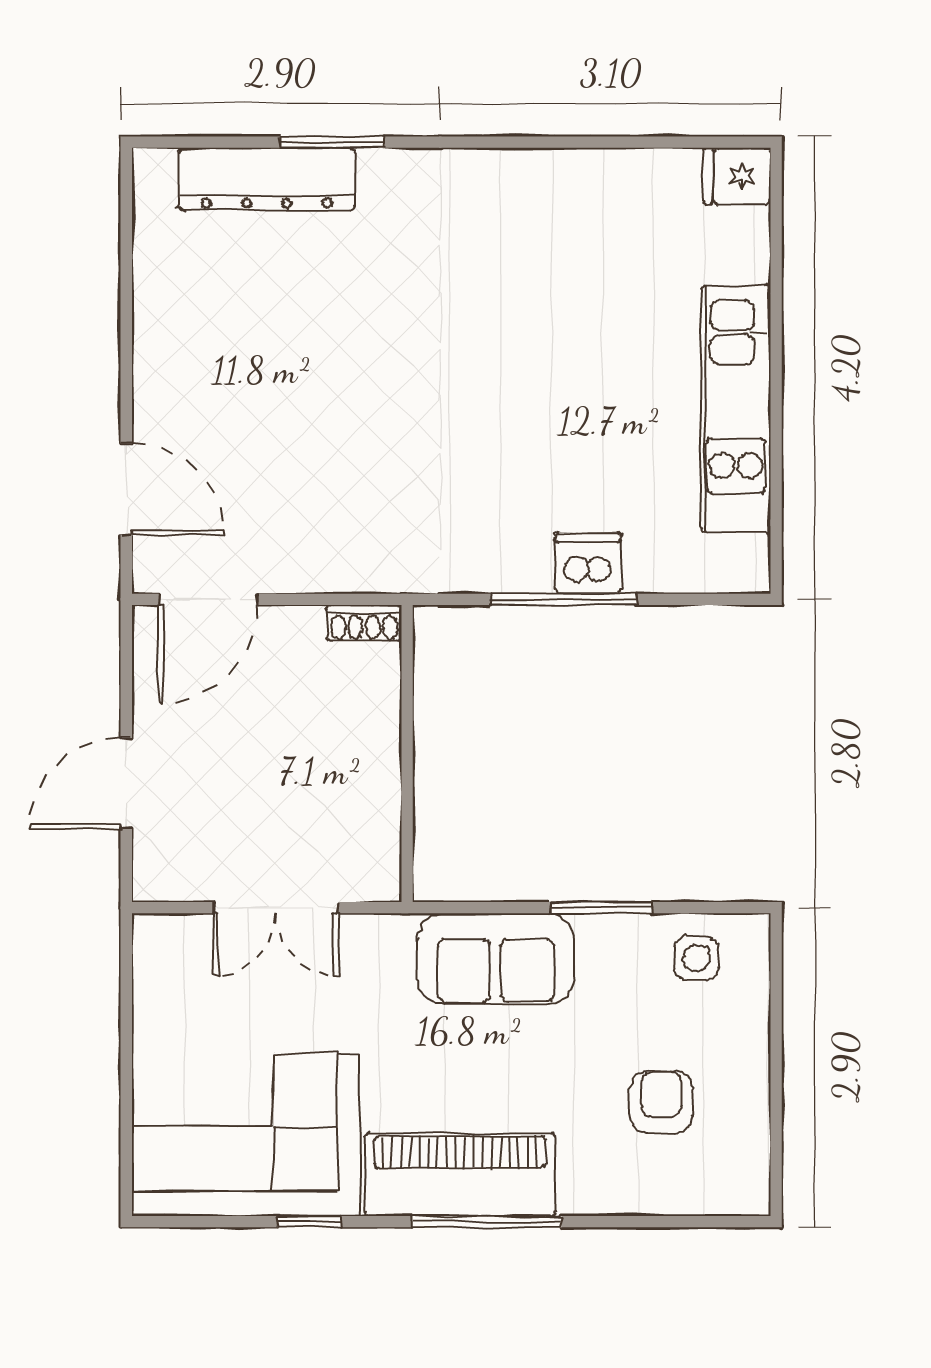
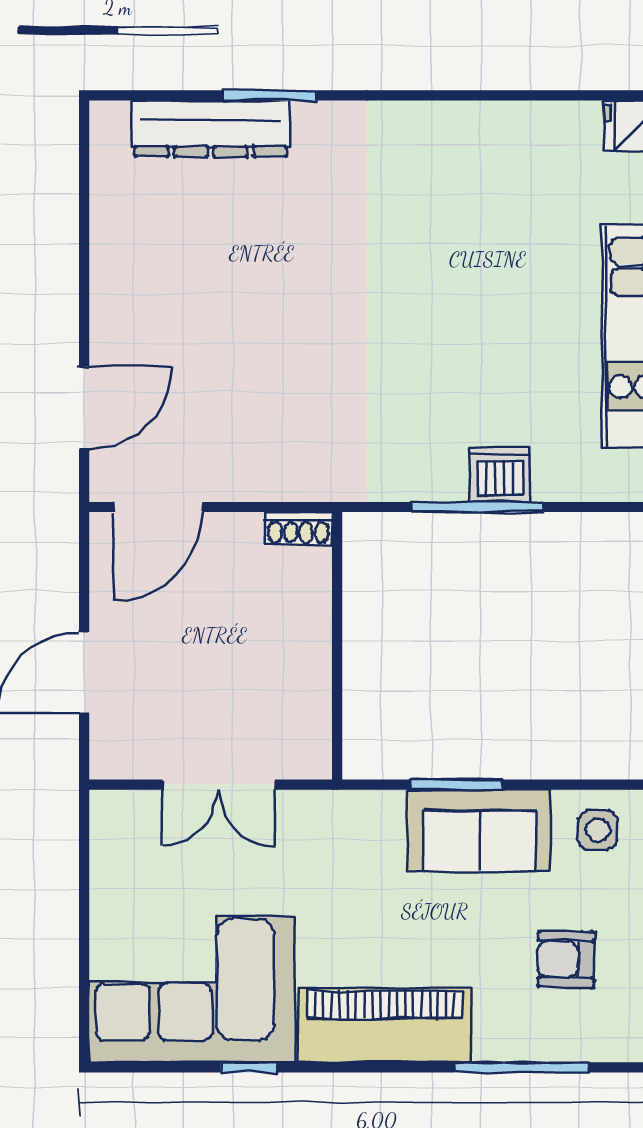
door: (126, 489) -> (84, 408), hinge flipped
window: (601, 908) -> (457, 785), moved
sofa: (496, 959) -> (479, 831), moved
armchair: (661, 1102) -> (566, 959), turned -89
window: (487, 1222) -> (522, 1067), moved

